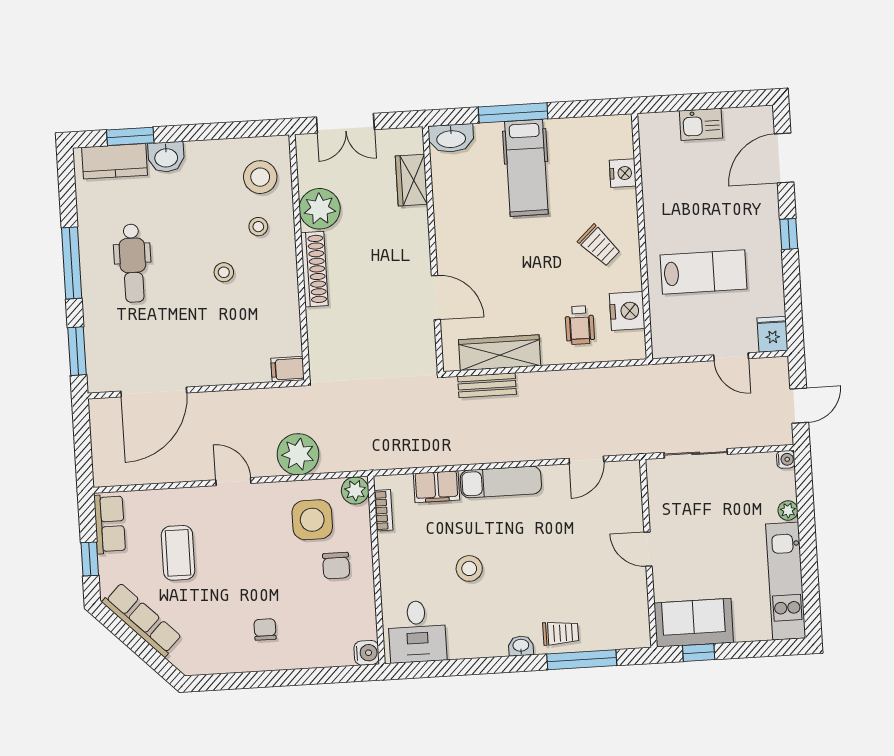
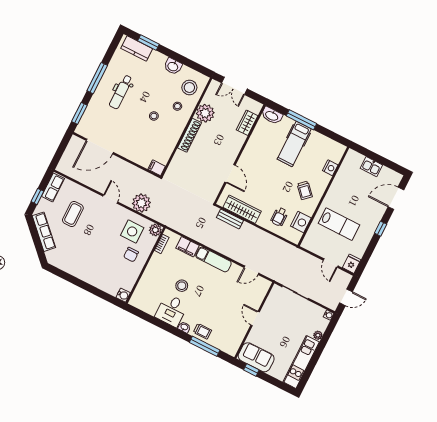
washbasin: (166, 157) -> (173, 66), moved
chair: (265, 629) -> (89, 263), removed
desk: (417, 631) -> (171, 310), moved

